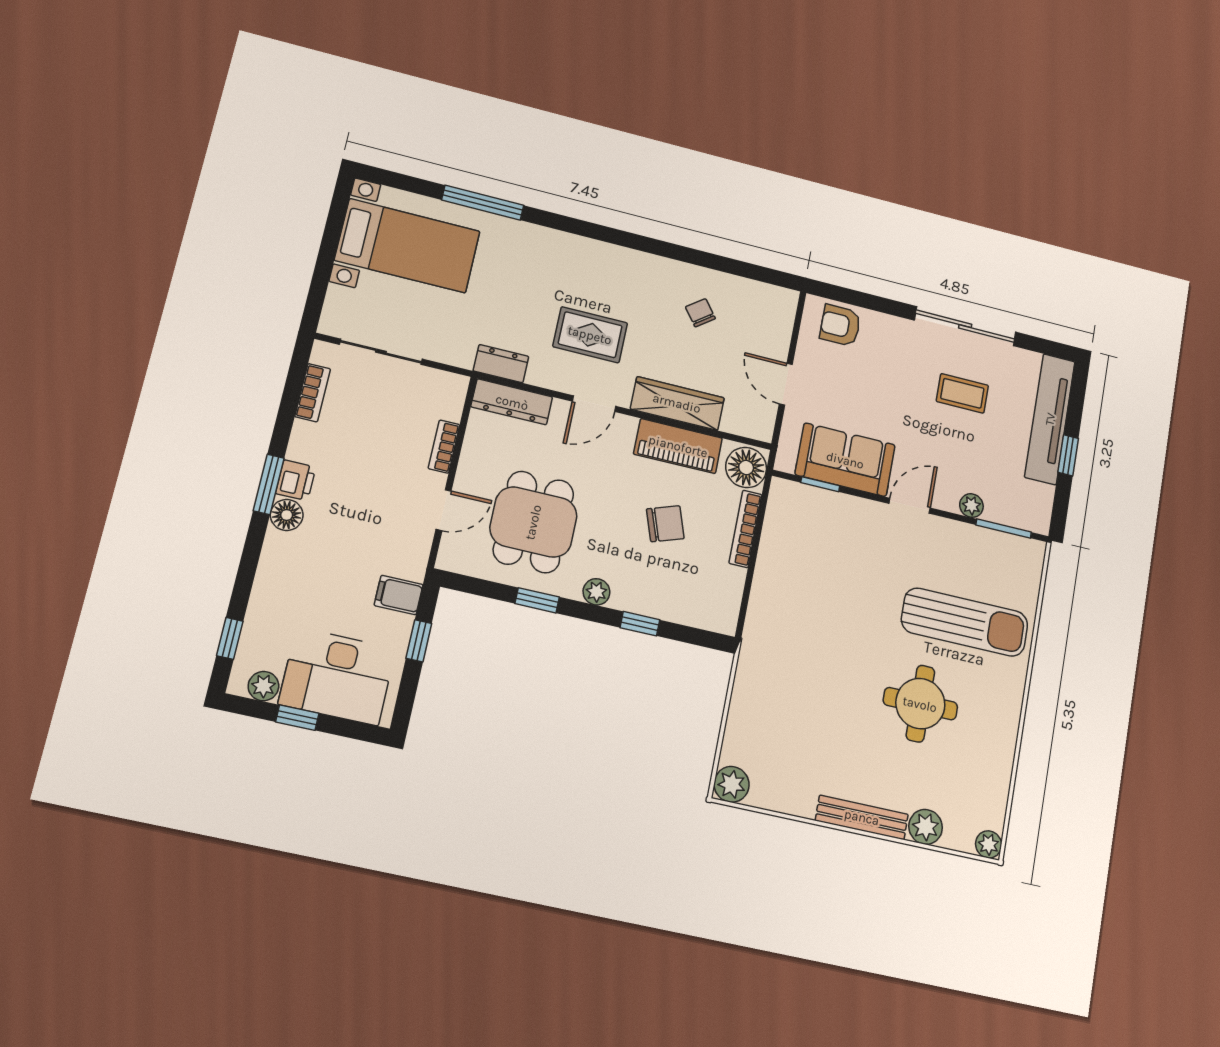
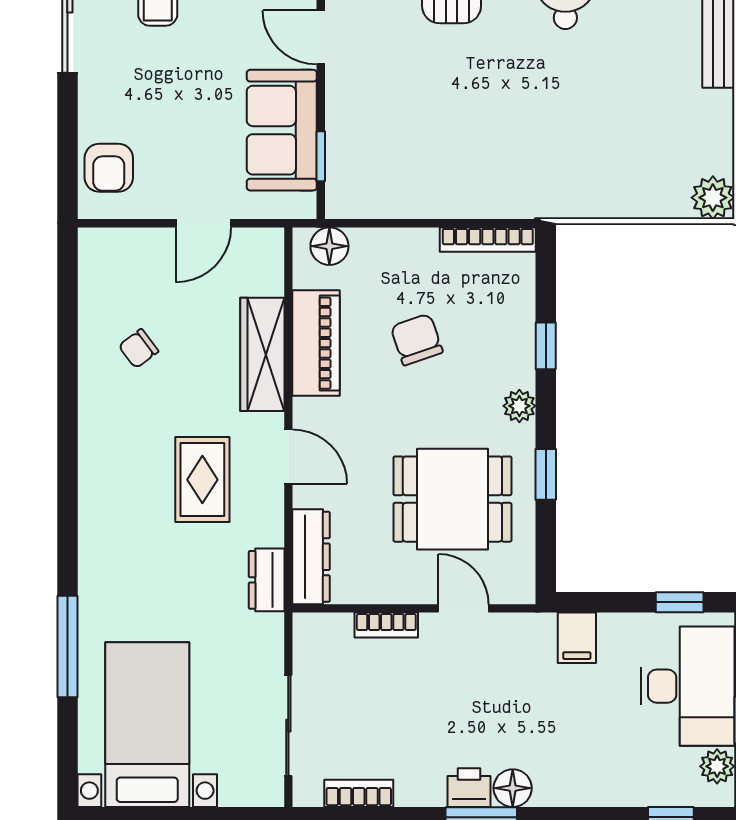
floor lamp: (746, 468) -> (329, 246), width x0.73, depth x0.73
bookcase: (745, 529) -> (488, 240), moved
window: (419, 641) -> (680, 602), moved

